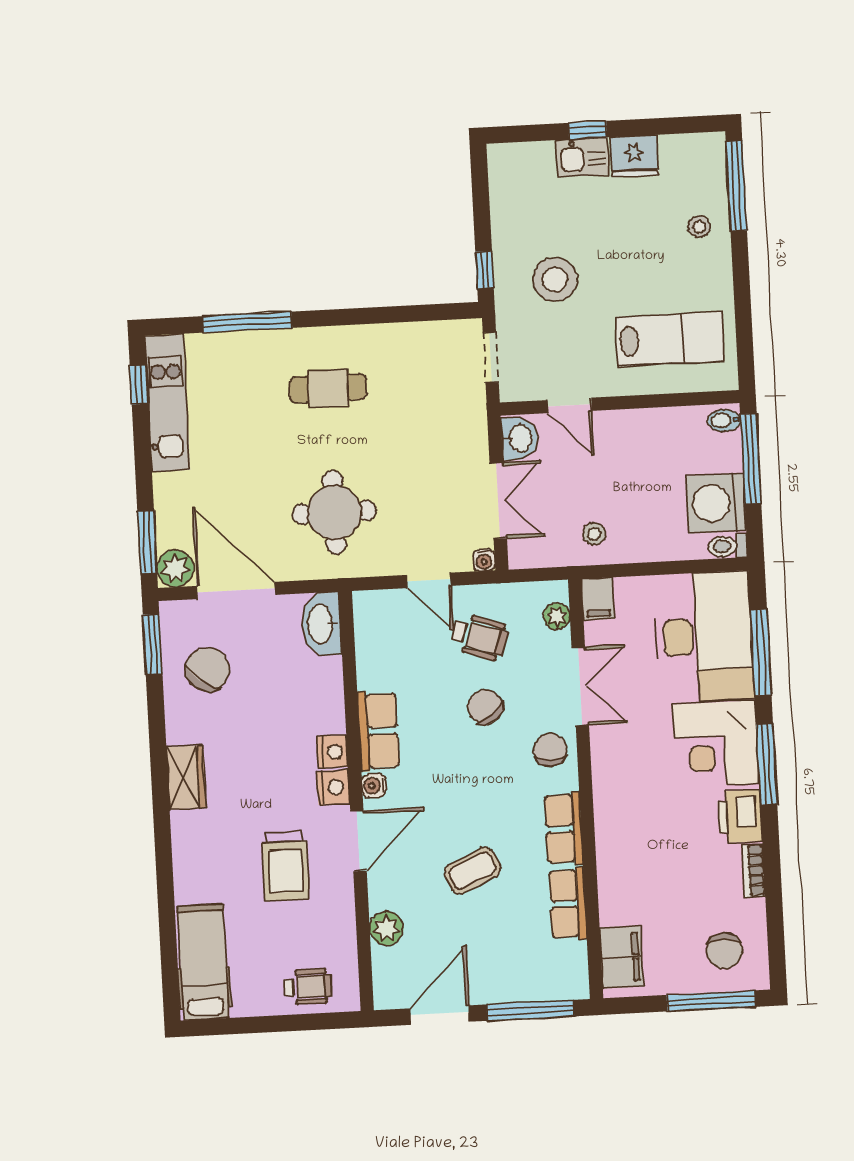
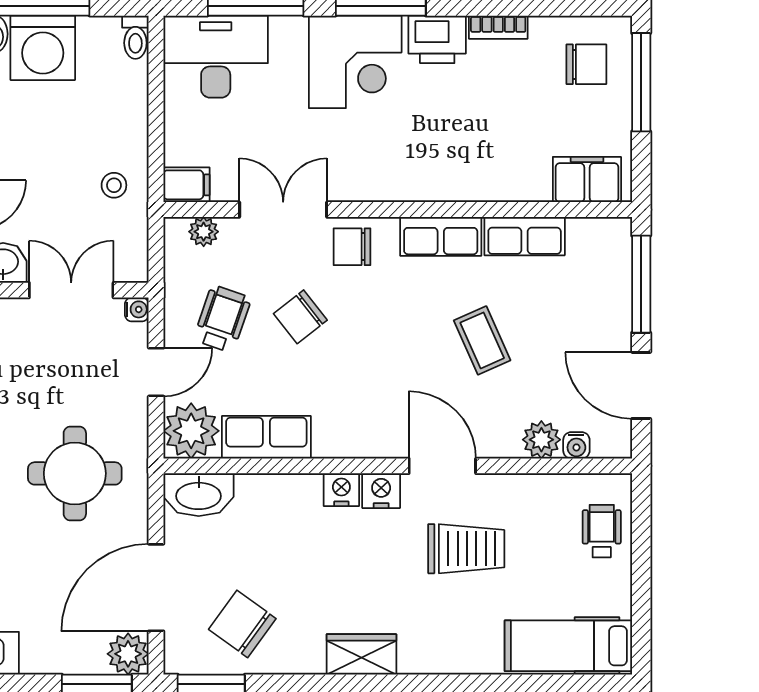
washing machine: (716, 503) -> (43, 48), moved
plant: (378, 614) -> (191, 431), added
desk: (704, 636) -> (216, 57), width x0.73, depth x0.77
row of seats: (378, 731) -> (266, 437), moved
water cooler: (374, 786) -> (576, 445), moved

